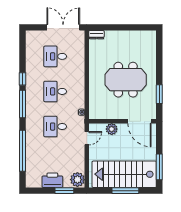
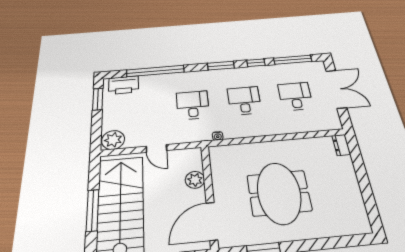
double door: (63, 27) -> (336, 89), moved
window: (22, 52) -> (293, 60), added
window: (22, 104) -> (221, 66), width x0.69
door: (87, 138) -> (156, 148), moved
printer: (52, 180) -> (124, 85), moved, turned 90
window: (64, 191) -> (98, 99), moved

